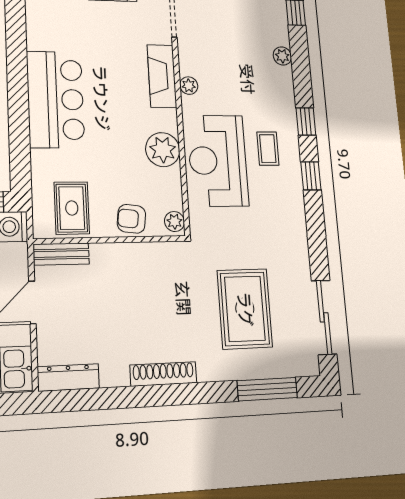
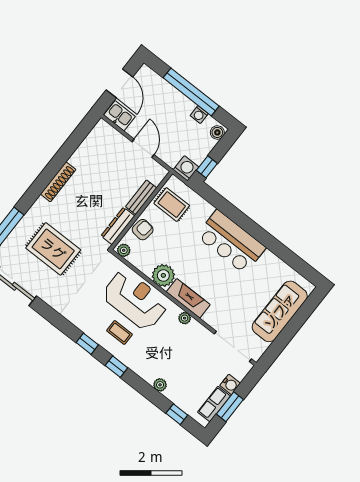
fireplace: (162, 76) -> (188, 298), moved
bench: (61, 254) -> (141, 197), moved
dresser: (68, 378) -> (118, 226), moved, turned 180

